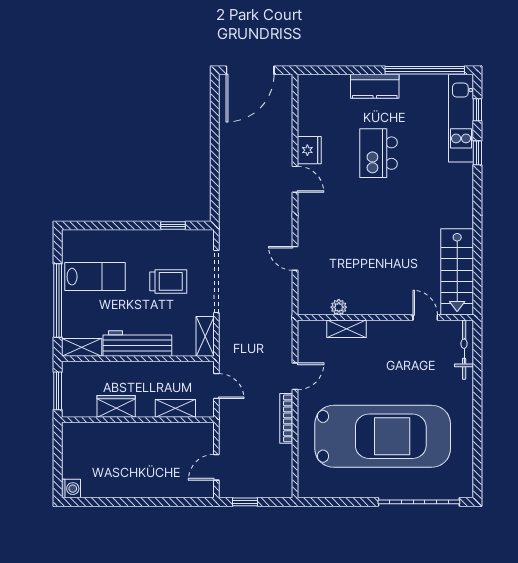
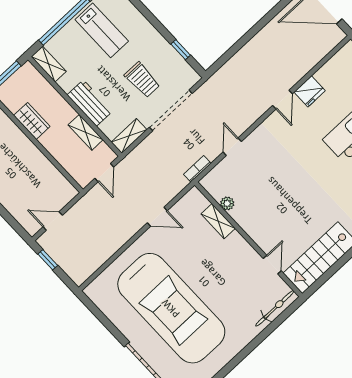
workbench: (137, 344) -> (90, 103), width x0.73
shelving: (175, 408) -> (86, 132), moved
bookcase: (286, 418) -> (197, 169), moved, width x0.64

